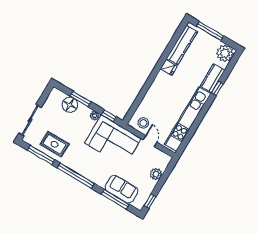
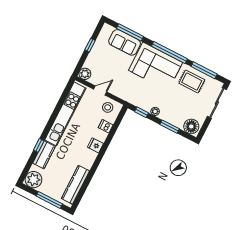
fridge: (169, 67) -> (95, 145), moved
dishwasher: (147, 104) -> (106, 126), added
floor lamp: (70, 105) -> (191, 126), moved
corner sofa: (113, 141) -> (156, 66), moved, turned 180
door: (150, 141) -> (100, 90), swing flipped
plant: (156, 174) -> (85, 74), moved
window: (150, 201) -> (90, 45), moved

